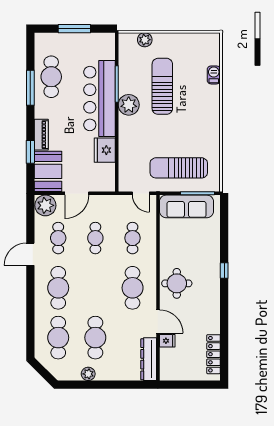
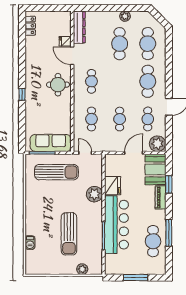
plant: (129, 105) -> (94, 194), moved
cafe table: (133, 288) -> (91, 81), width x0.73, depth x0.74
locker: (214, 354) -> (30, 26), width x0.66

